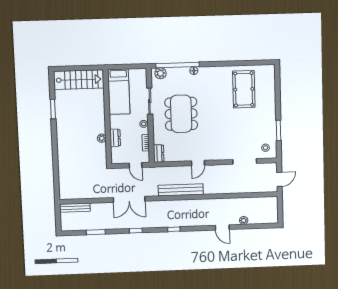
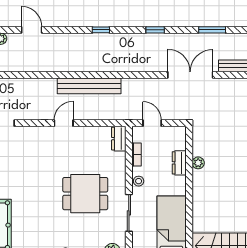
dining table: (181, 114) -> (85, 194), width x0.73
double door: (129, 199) -> (190, 75), moved

